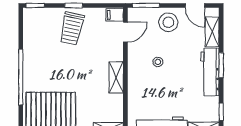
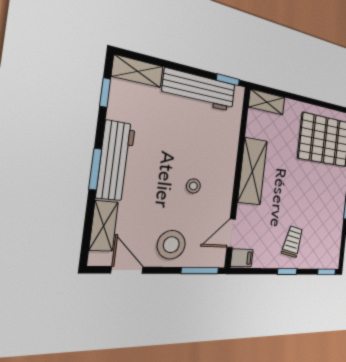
trolley: (72, 28) -> (293, 242), width x0.73, depth x0.72
shelving: (116, 77) -> (252, 171), width x1.50, depth x1.33

